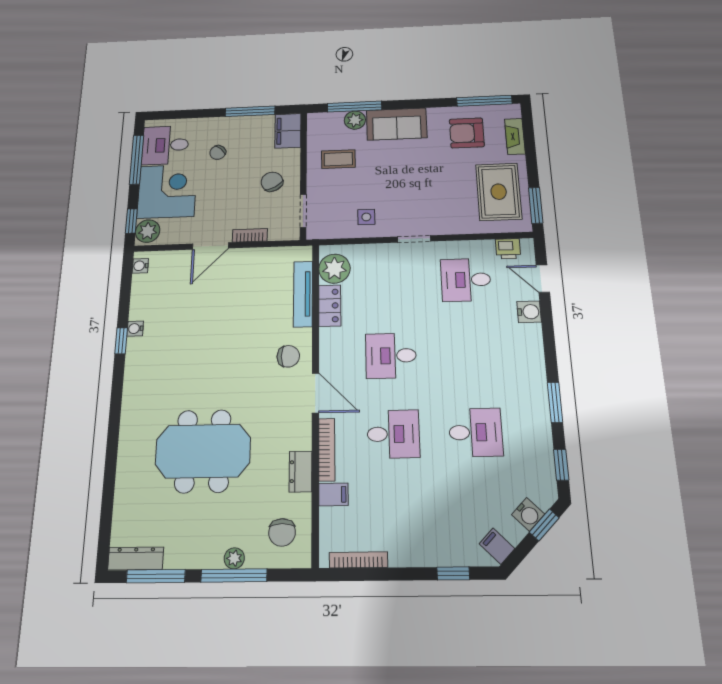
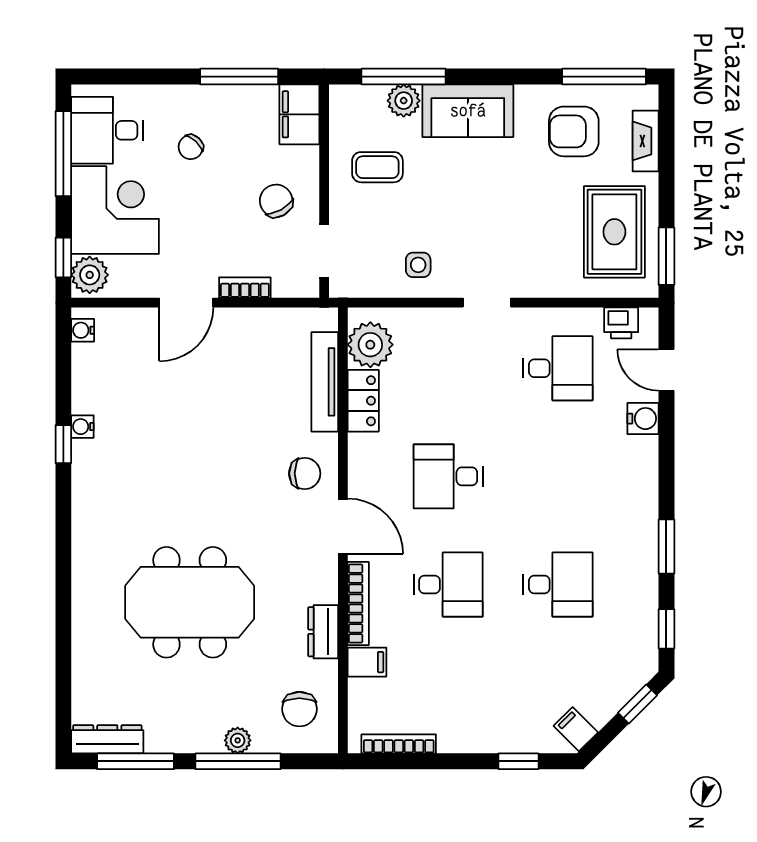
desk: (466, 280) -> (558, 368), turned 180
water cooler: (528, 514) -> (618, 691), removed

